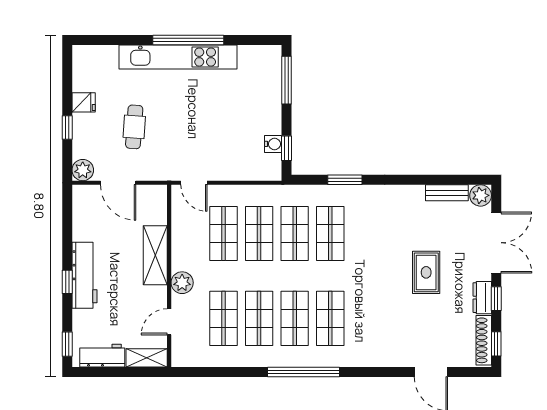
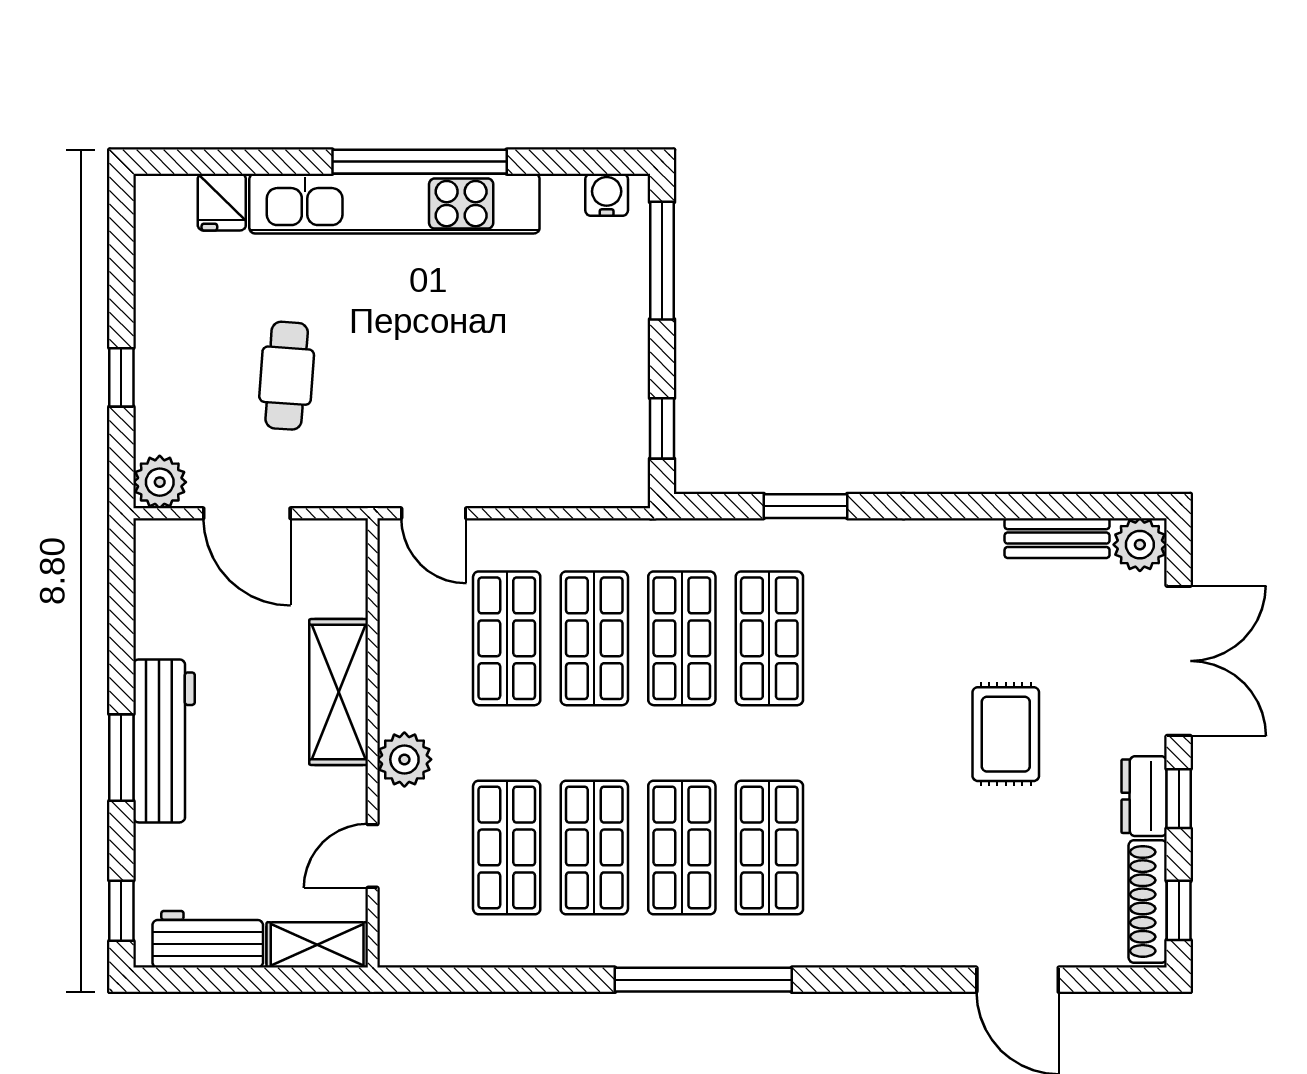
fridge: (84, 102) -> (222, 202), moved, turned 90
water cooler: (273, 144) -> (607, 195), moved, turned -90
window: (67, 282) -> (121, 758), width x1.50

